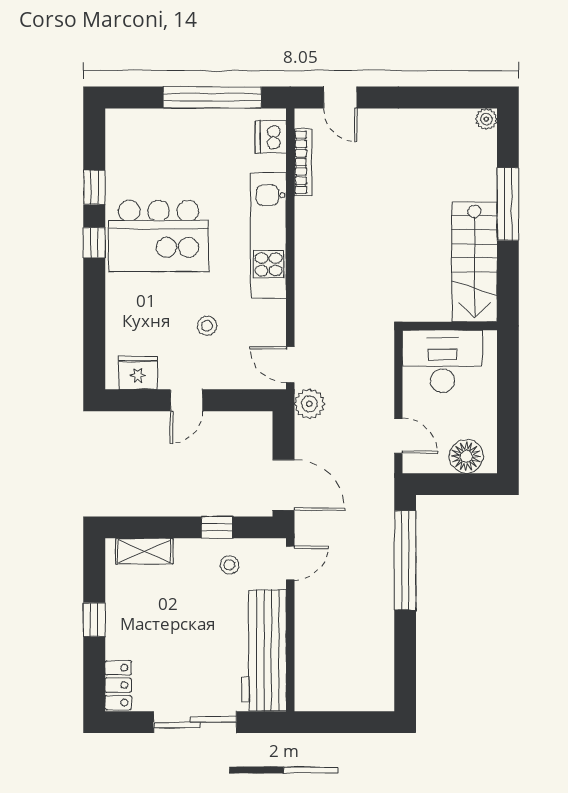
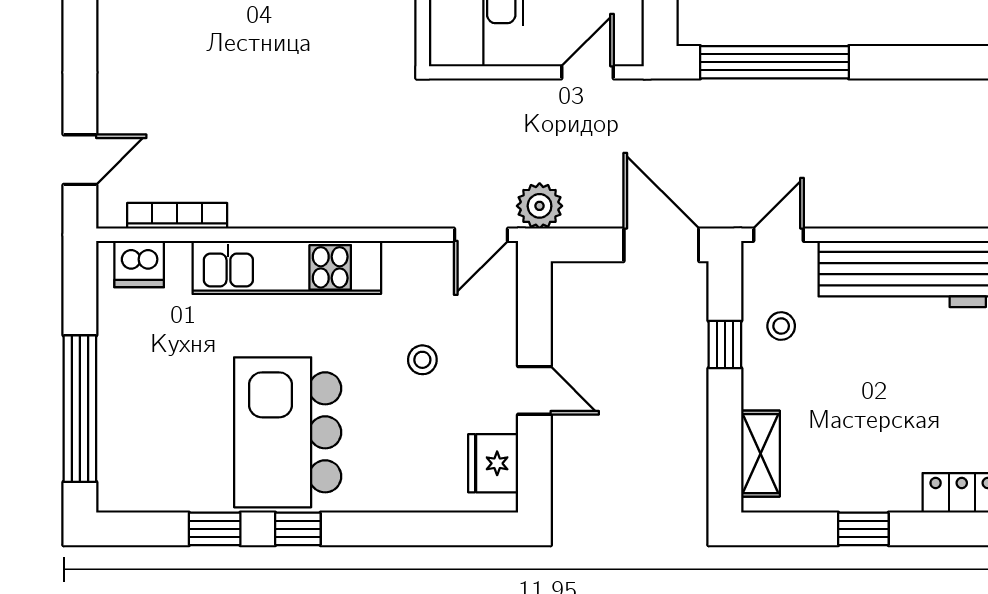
window: (212, 97) -> (80, 409), moved
kitchen island: (159, 236) -> (288, 432), turned 180
door: (284, 485) -> (661, 245), hinge flipped
door: (290, 563) -> (778, 235), hinge flipped

